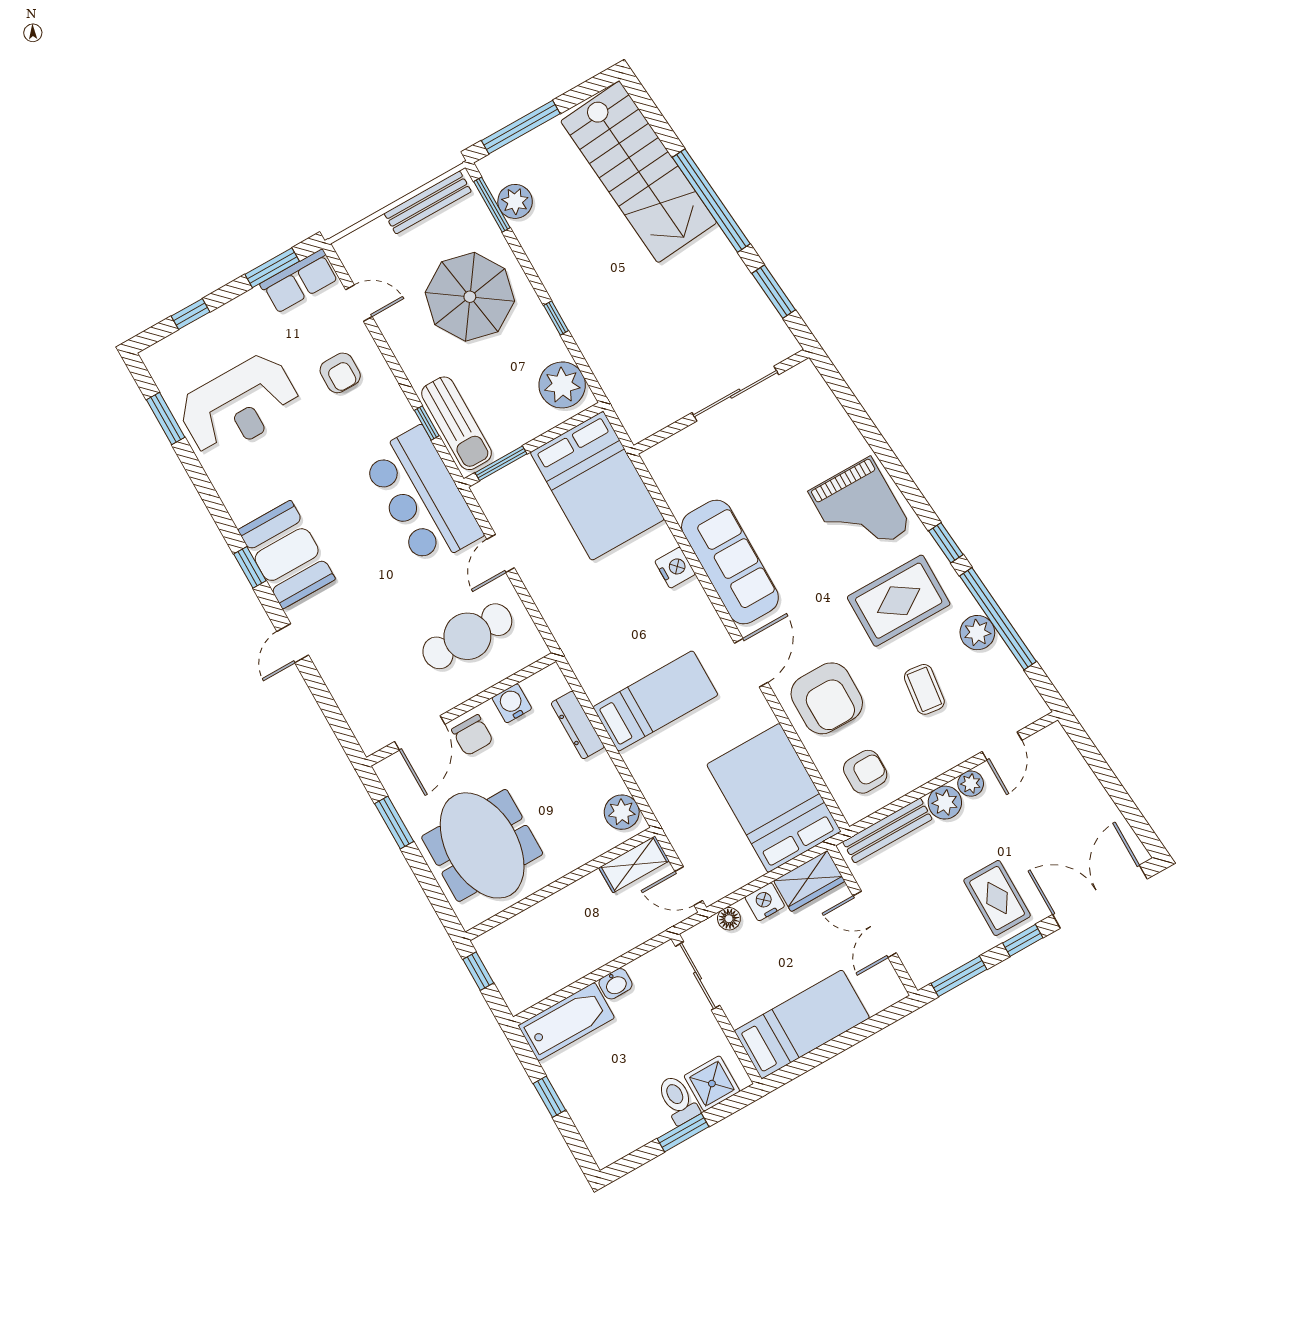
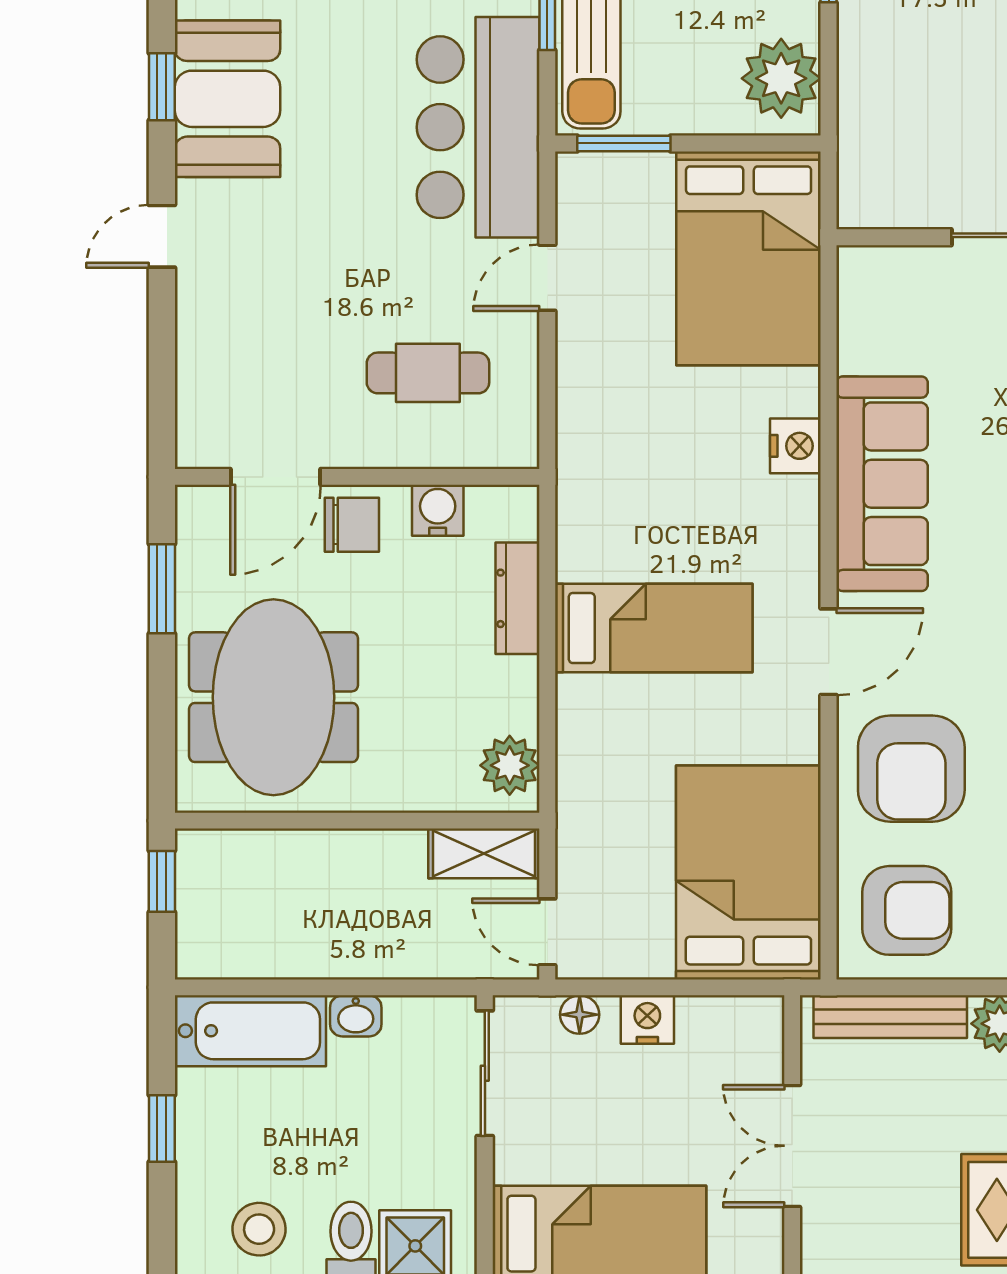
cafe table: (467, 636) -> (428, 373), width x0.73, depth x0.74
chair: (472, 735) -> (352, 525), turned -90
armchair: (865, 772) -> (907, 910), width x1.38, depth x1.38
wardrobe: (809, 881) -> (731, 1026), removed
stool: (628, 1120) -> (259, 1229), added

